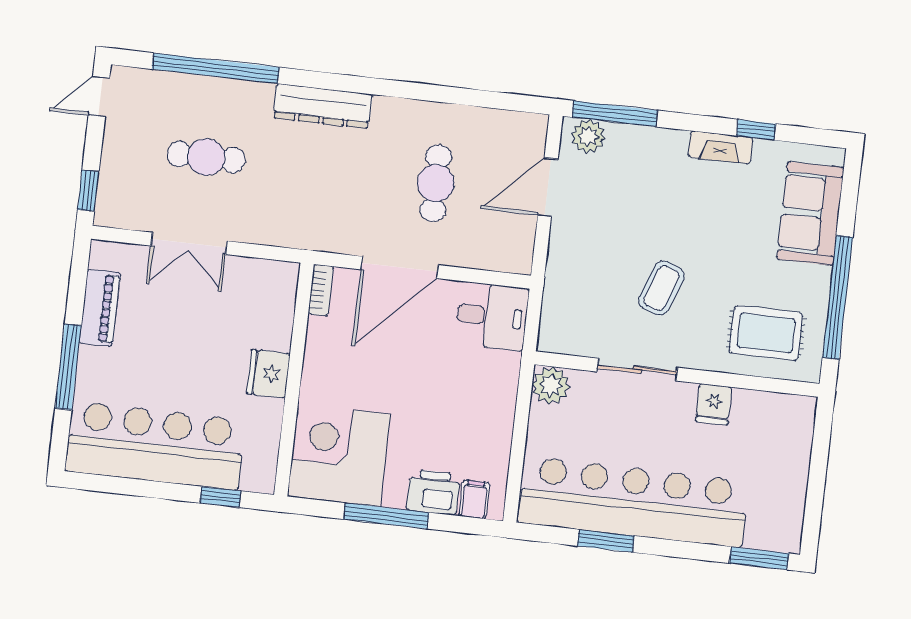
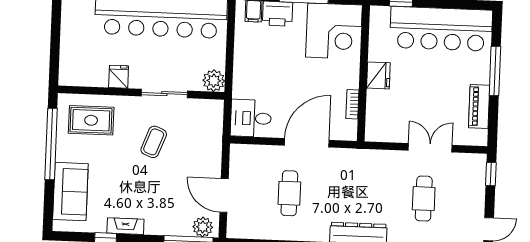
cafe table: (206, 157) -> (424, 199), turned 90
door: (548, 187) -> (224, 196), swing flipped
bookcase: (321, 290) -> (352, 104), moved

